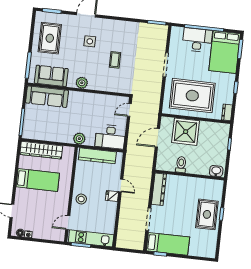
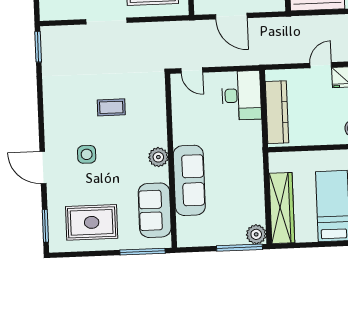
sofa: (47, 97) -> (189, 180), moved
plant: (79, 139) -> (256, 234), moved

